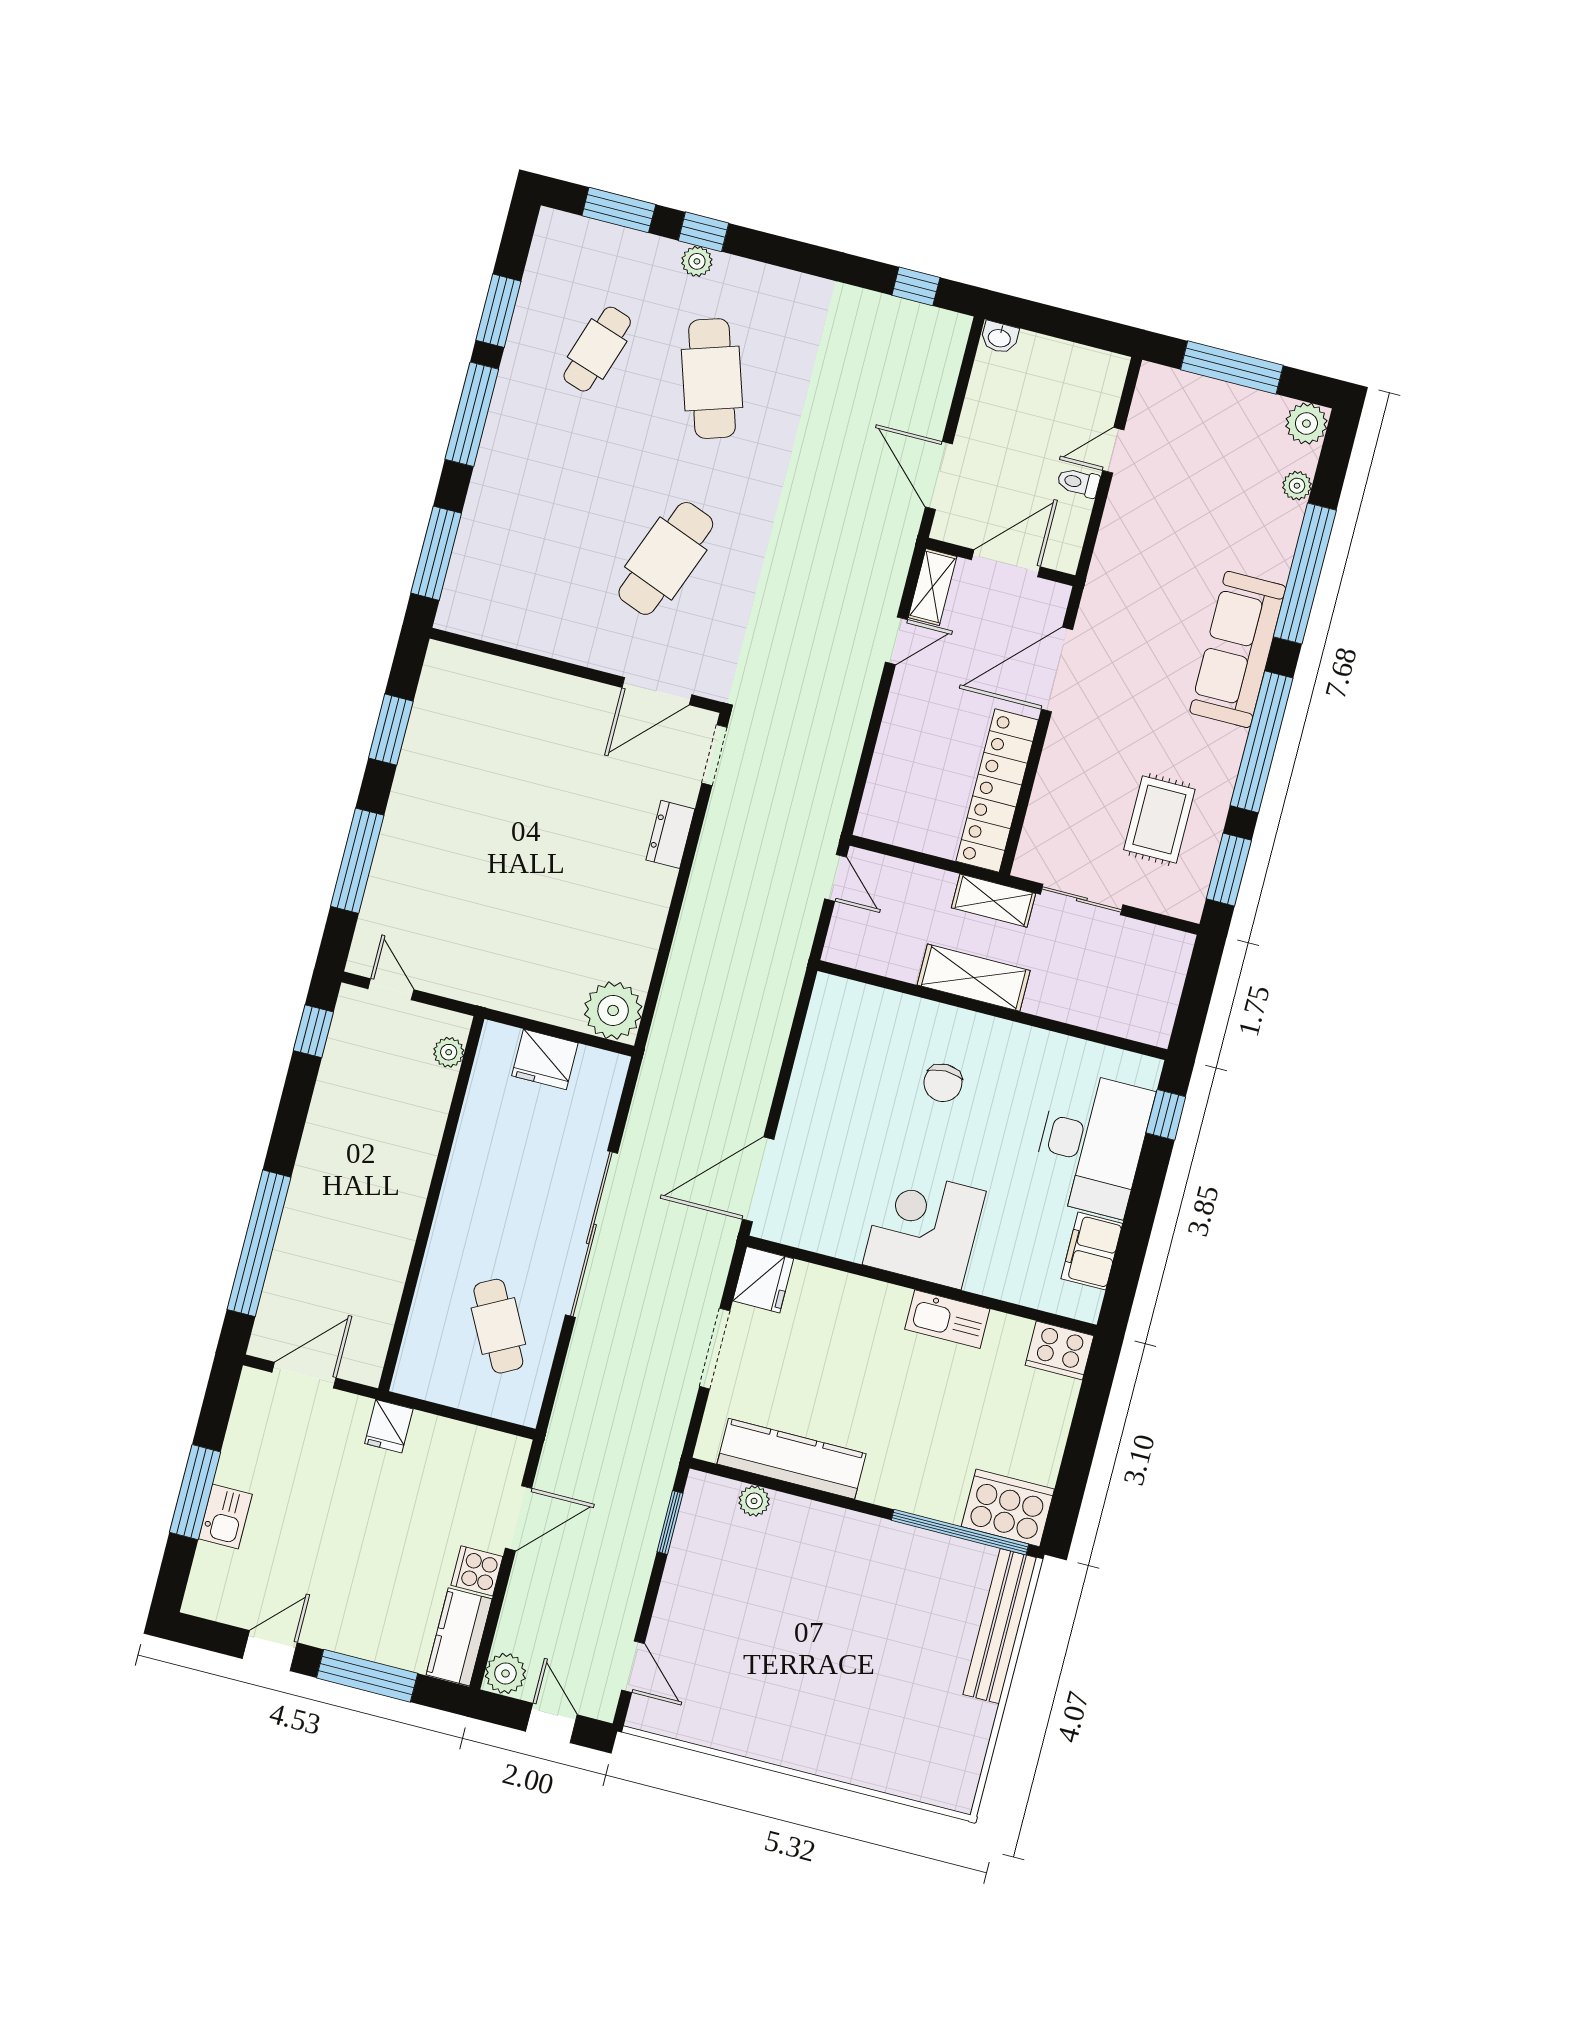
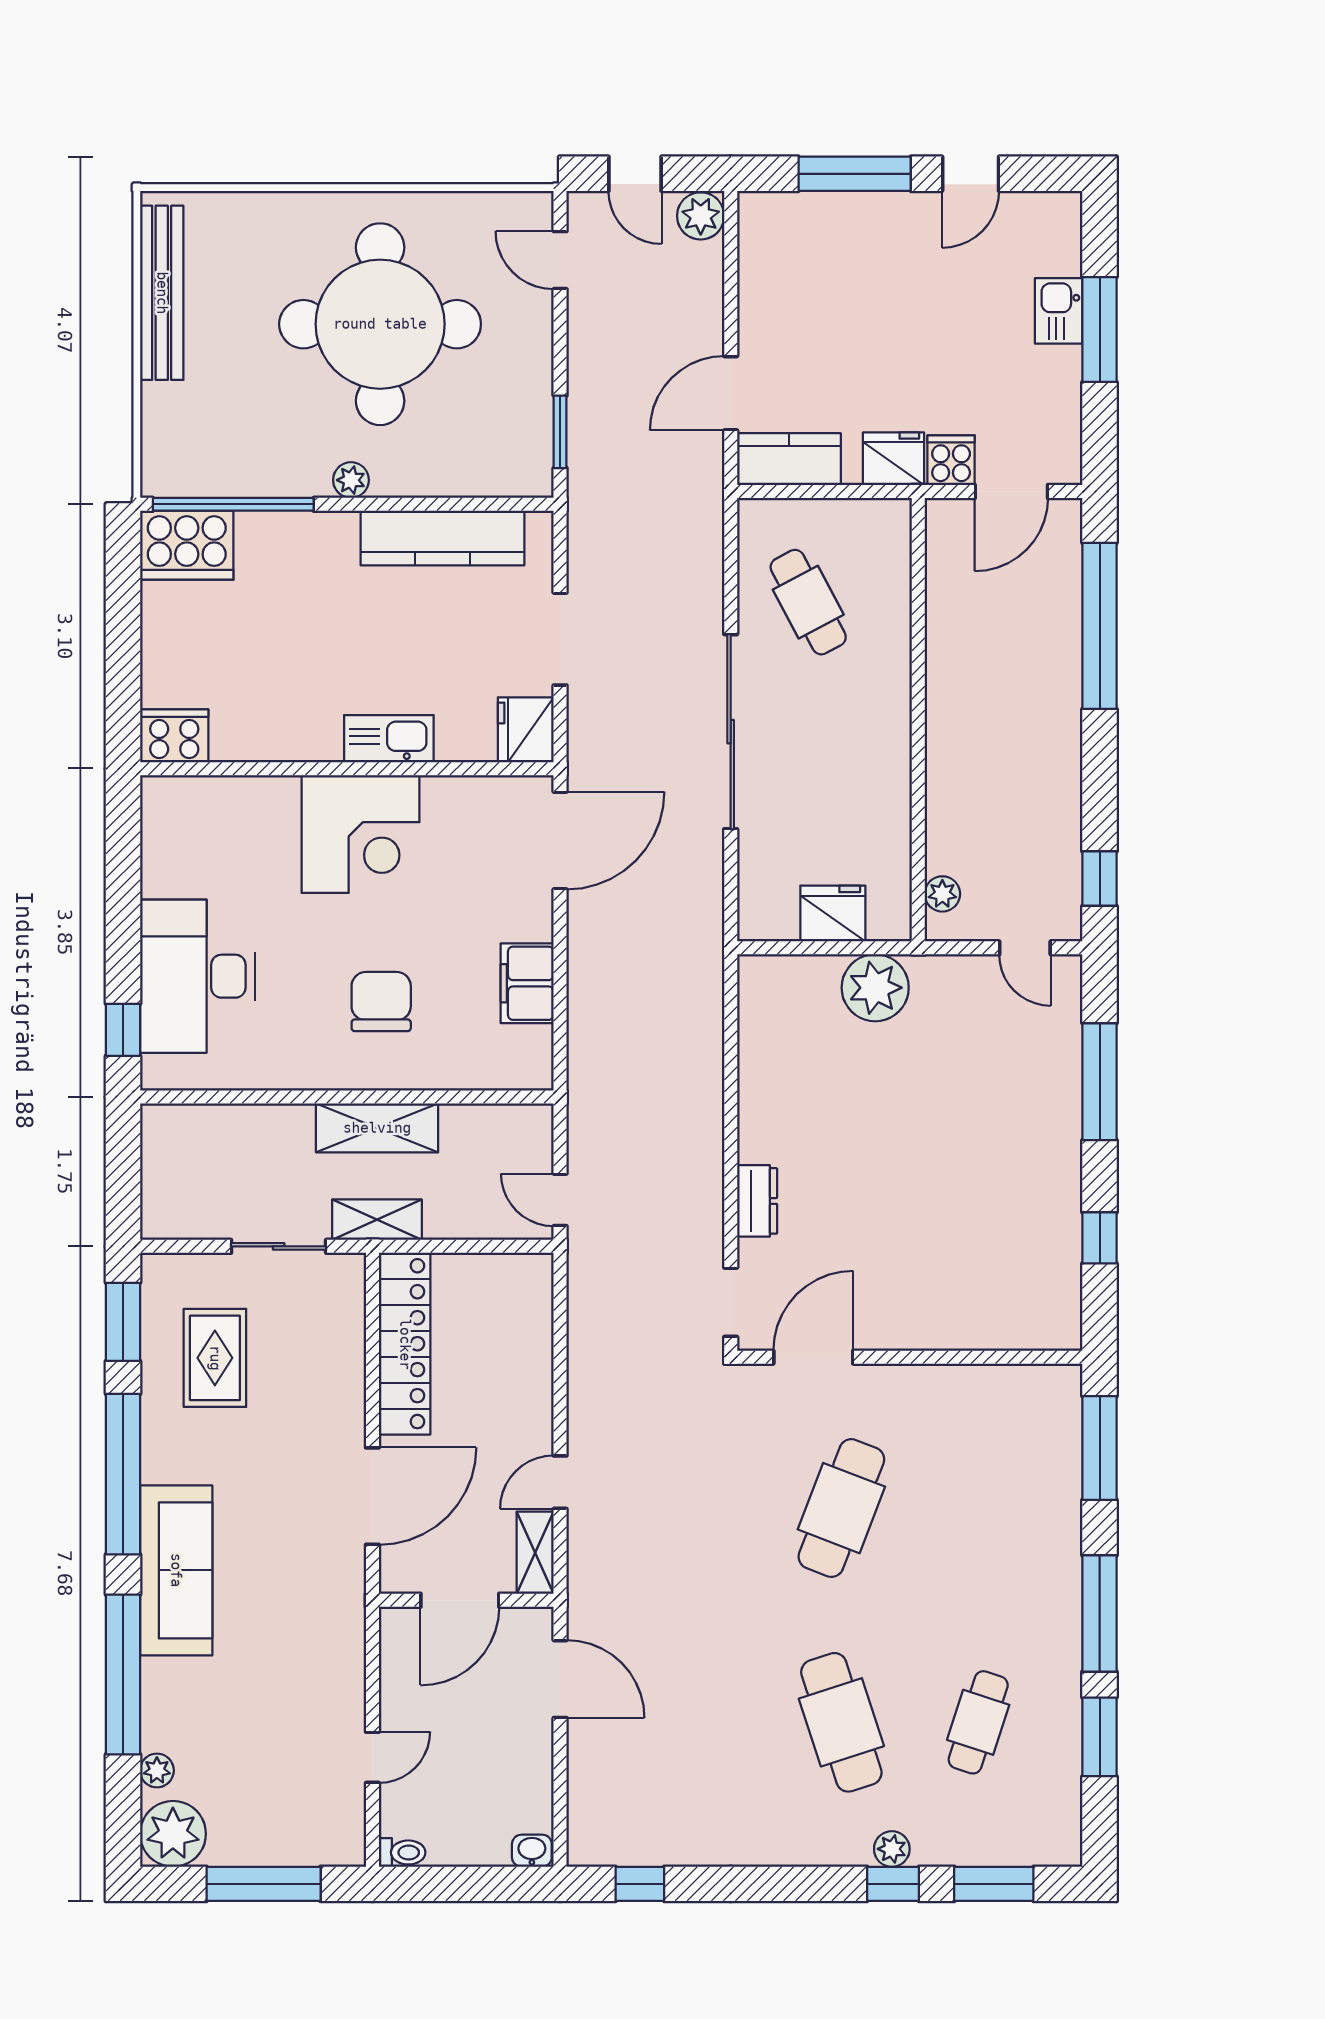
plant: (1306, 424) -> (173, 1834), width x1.36, depth x1.36
toilet: (1078, 482) -> (402, 1852), moved
window: (391, 730) -> (1100, 1238), width x0.67
plant: (613, 1010) -> (875, 988), moved
chair: (943, 1083) -> (381, 1002), width x1.37, depth x1.37
filing cabinet: (1092, 1251) -> (527, 983), moved, turned 180
kitchen sink: (947, 1319) -> (389, 739), moved
fridge: (389, 1426) -> (893, 459), width x1.38
plant: (754, 1501) -> (351, 480), moved
cooker: (477, 1571) -> (951, 460), moved, turned -90
bench: (1000, 1626) -> (162, 293), moved
kitchen counter: (459, 1637) -> (789, 459), moved, turned -90
round table: (798, 1652) -> (380, 324), added

